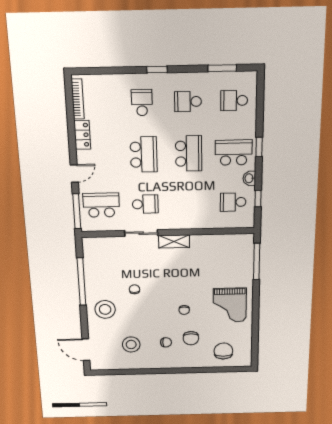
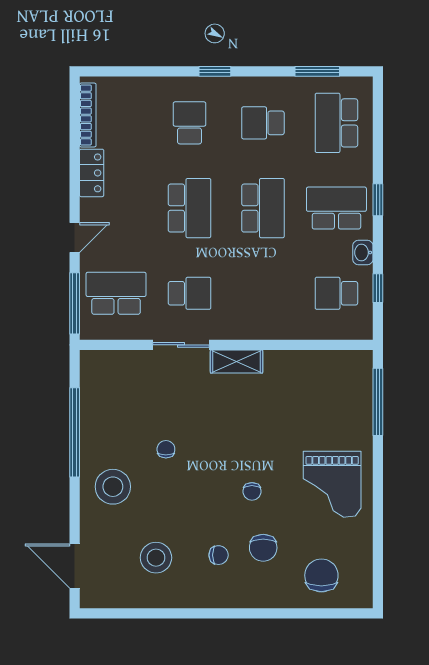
school desk: (234, 101) -> (336, 123), width x1.85

